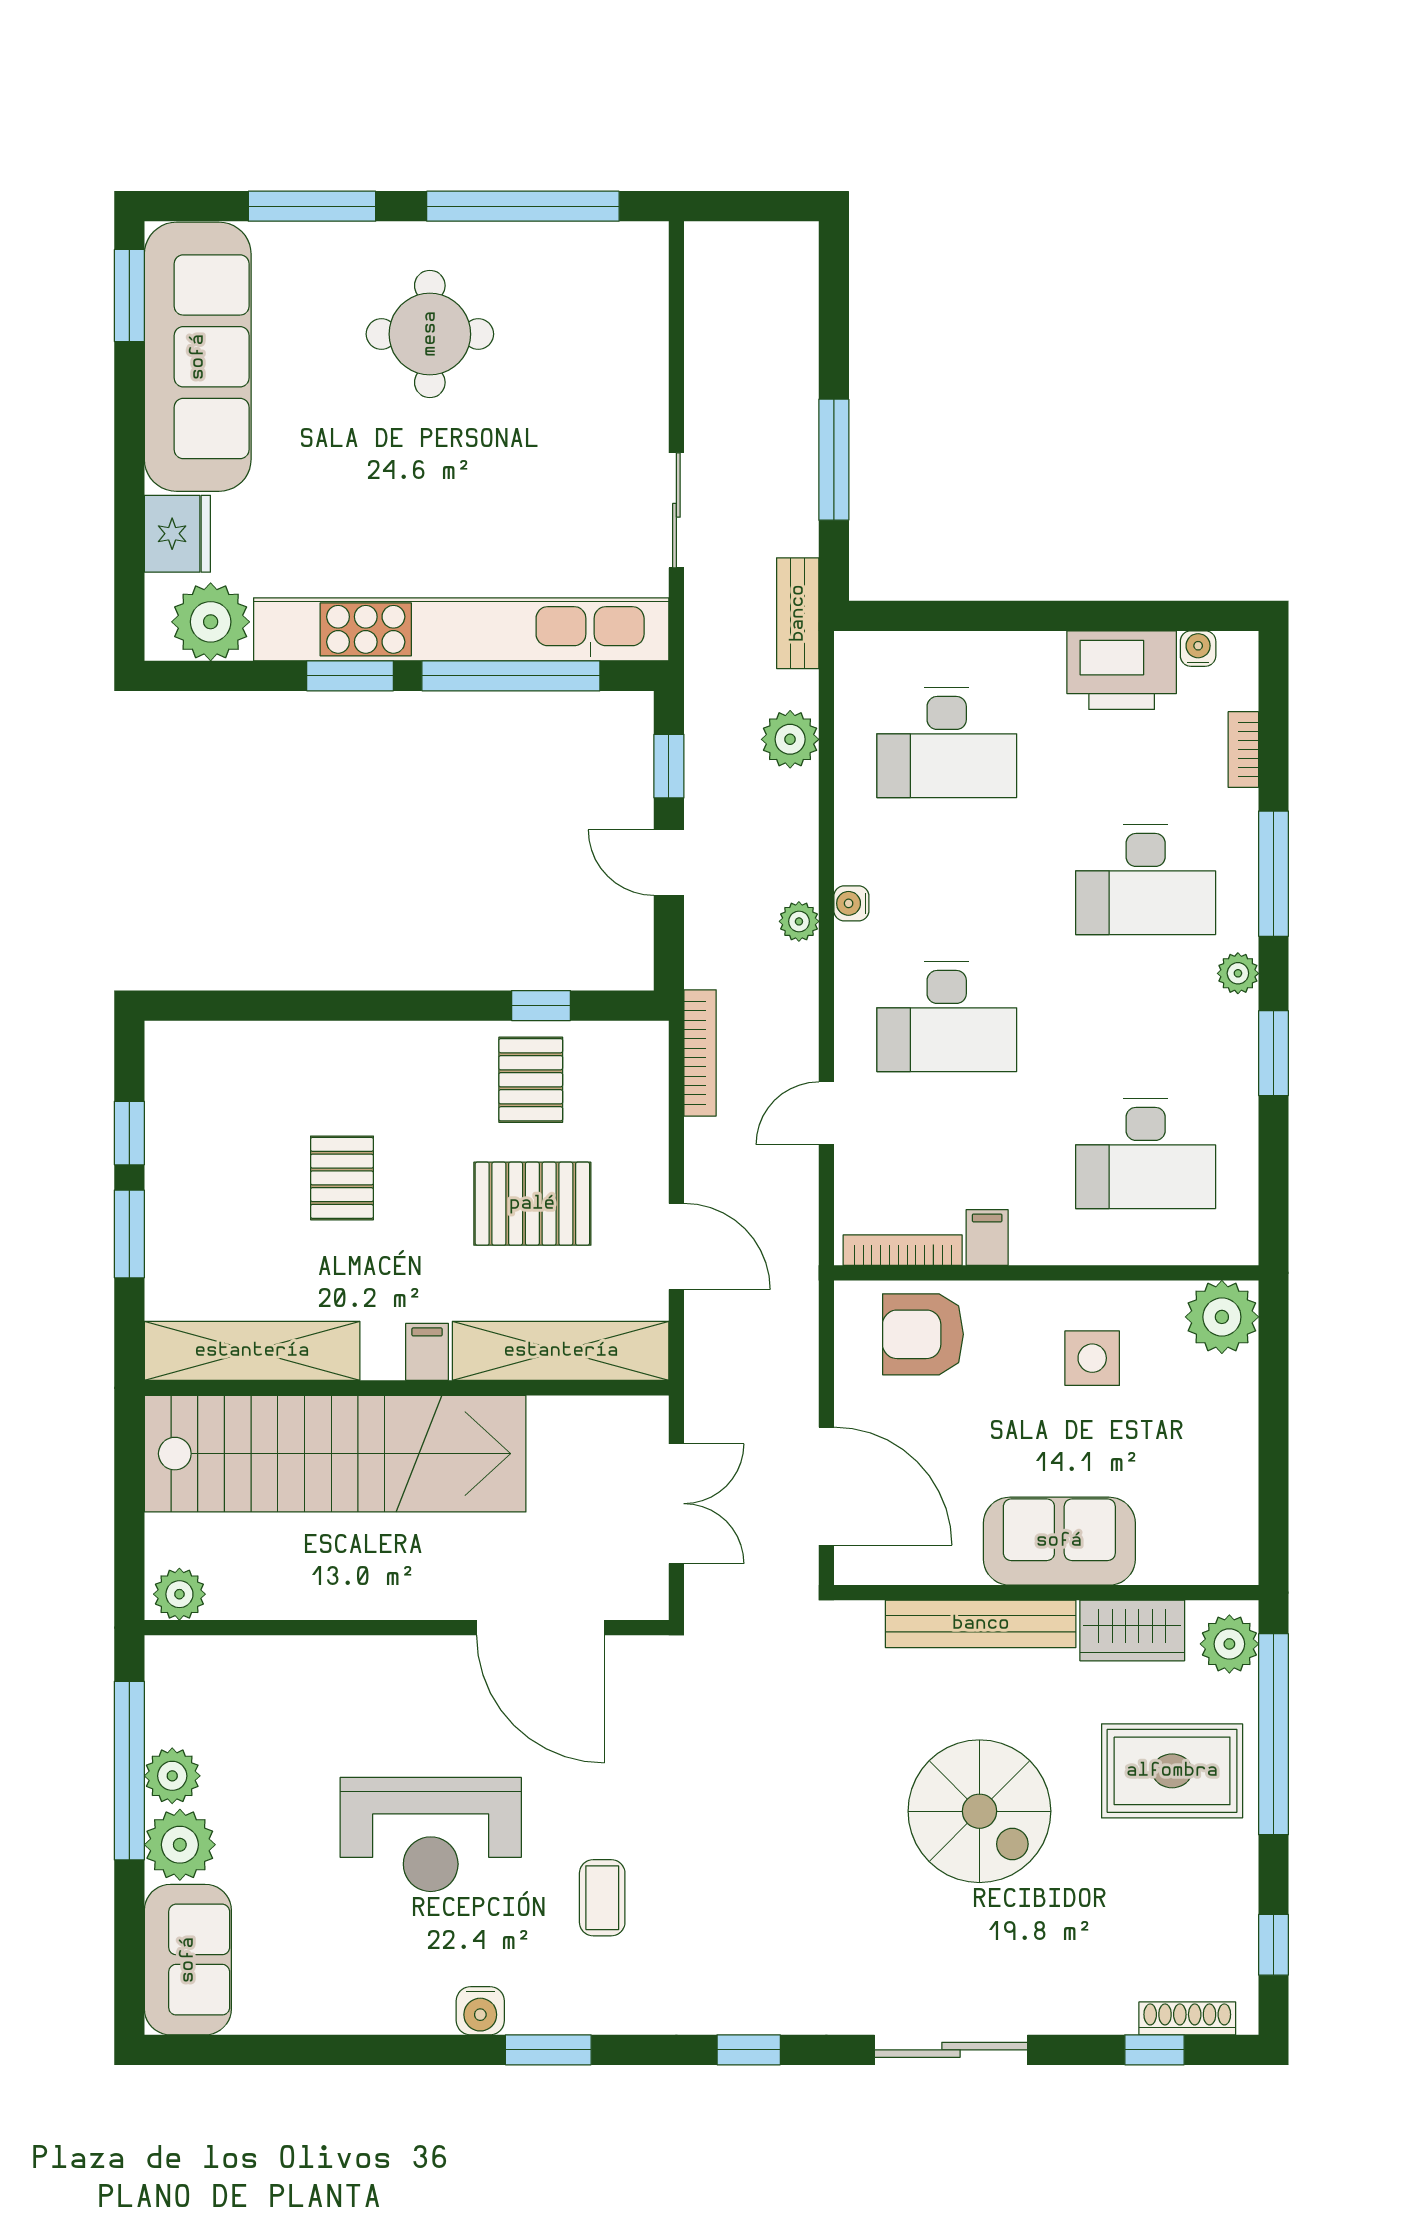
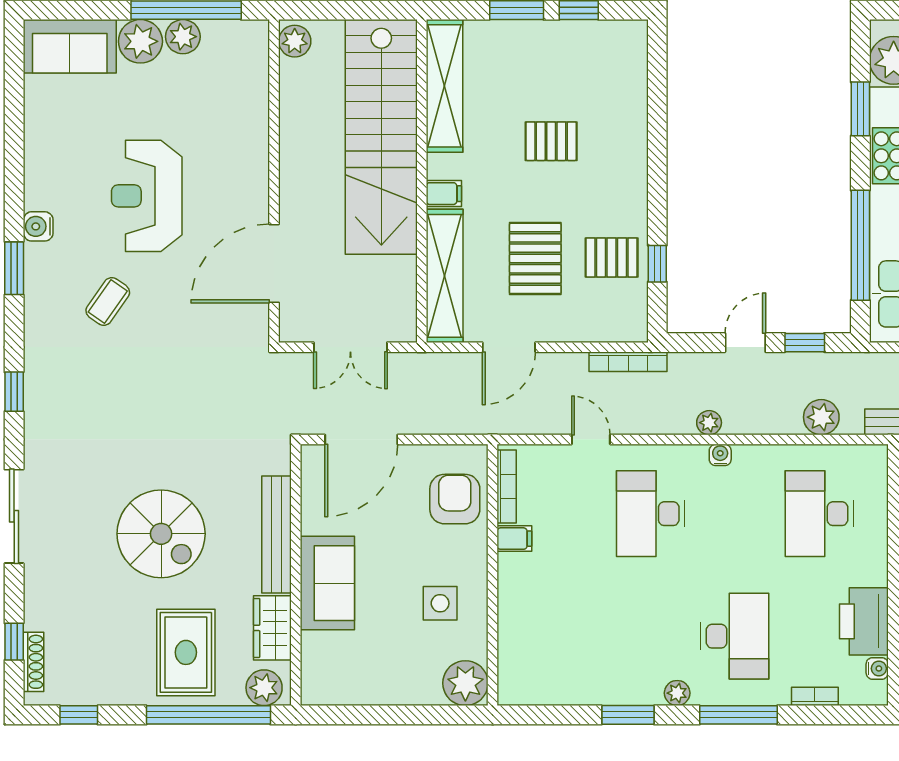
window: (350, 676) -> (860, 109), moved
desk: (1146, 880) -> (735, 636), turned 180
desk: (1146, 1154) -> (566, 636), removed
spiral stairs: (979, 1811) -> (161, 534), turned -90
coffee table: (602, 1898) -> (108, 301), turned -55

